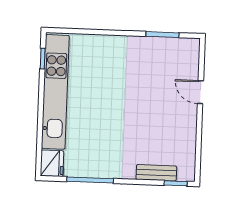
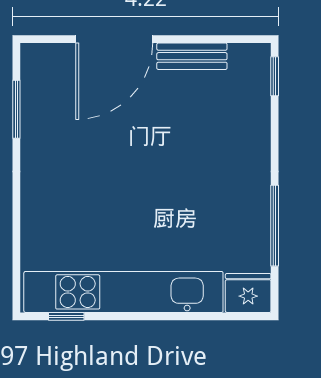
door: (200, 92) -> (114, 39), width x1.87
bench: (156, 173) -> (192, 56), moved, turned 90

